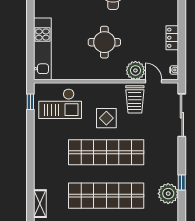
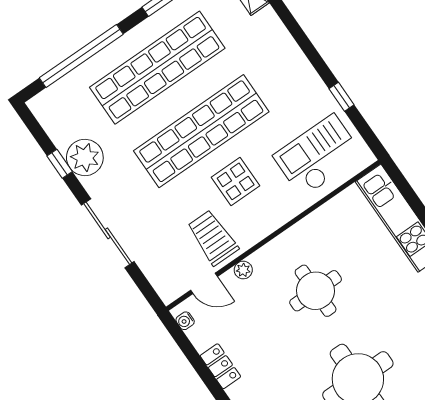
plant: (135, 70) -> (243, 270), width x0.53, depth x0.53
window: (30, 102) -> (342, 97), moved
sliding door: (182, 115) -> (108, 233), moved
plant: (168, 194) -> (85, 157), moved

